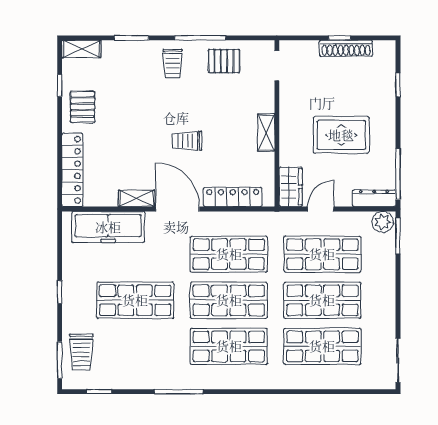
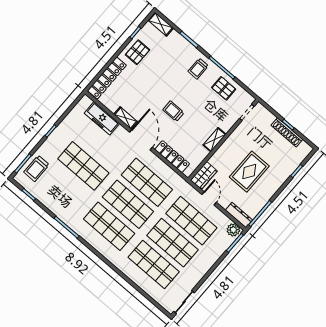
rug: (341, 135) -> (249, 172), turned 90
door: (321, 209) -> (209, 198), hinge flipped
freezer: (108, 227) -> (102, 118), width x0.73, depth x0.79

